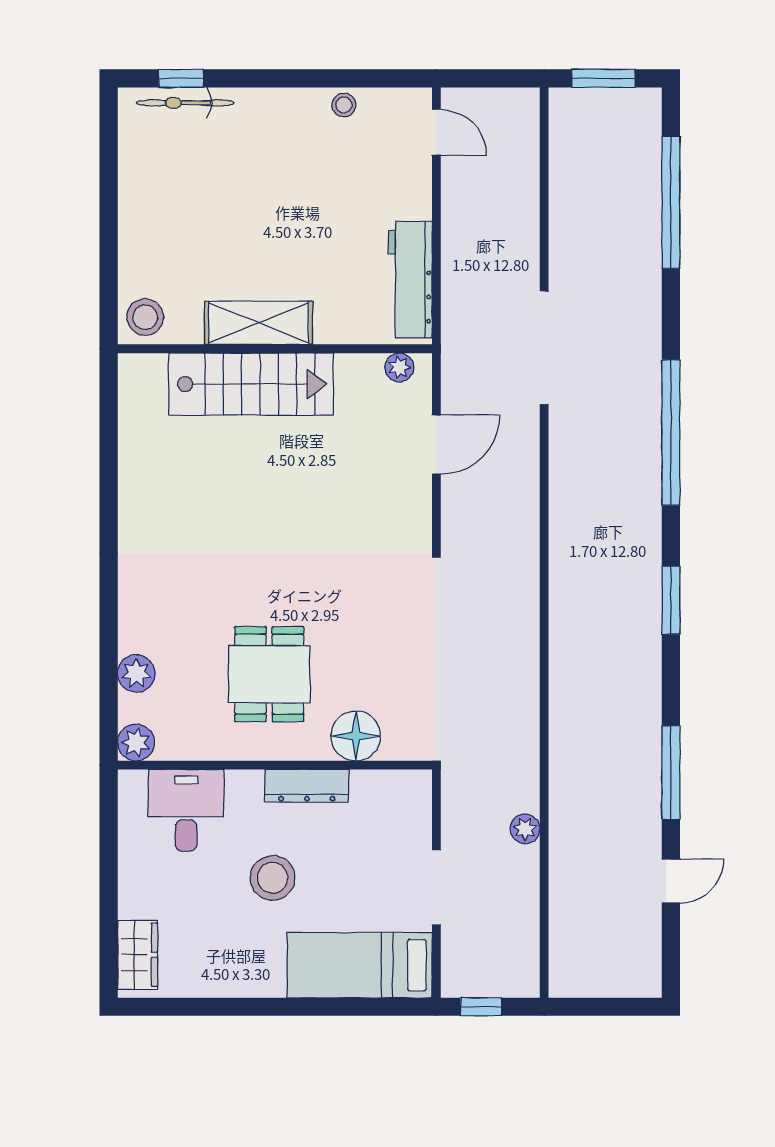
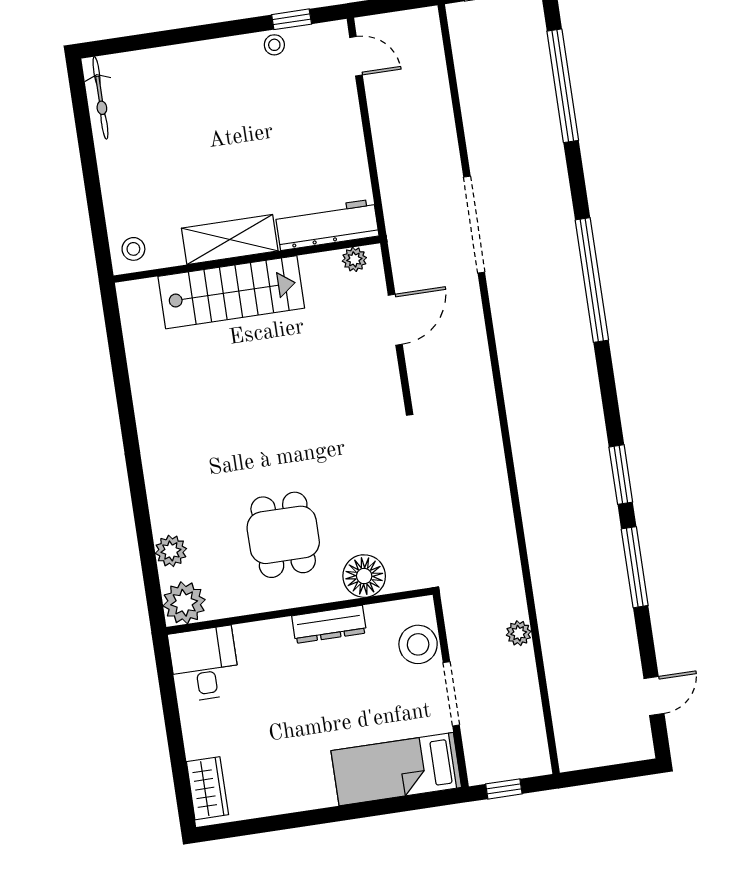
window: (181, 78) -> (292, 19), moved
bicycle: (185, 103) -> (100, 98), moved, turned -90
workbench: (410, 280) -> (327, 225), moved, turned 90
stool: (145, 317) -> (133, 249), width x0.73, depth x0.73
window: (671, 600) -> (621, 475), moved
plant: (136, 742) -> (184, 603), width x1.36, depth x1.36
desk: (186, 810) -> (204, 664), moved
stool: (273, 878) -> (418, 644), moved
door: (671, 881) -> (654, 696), moved

